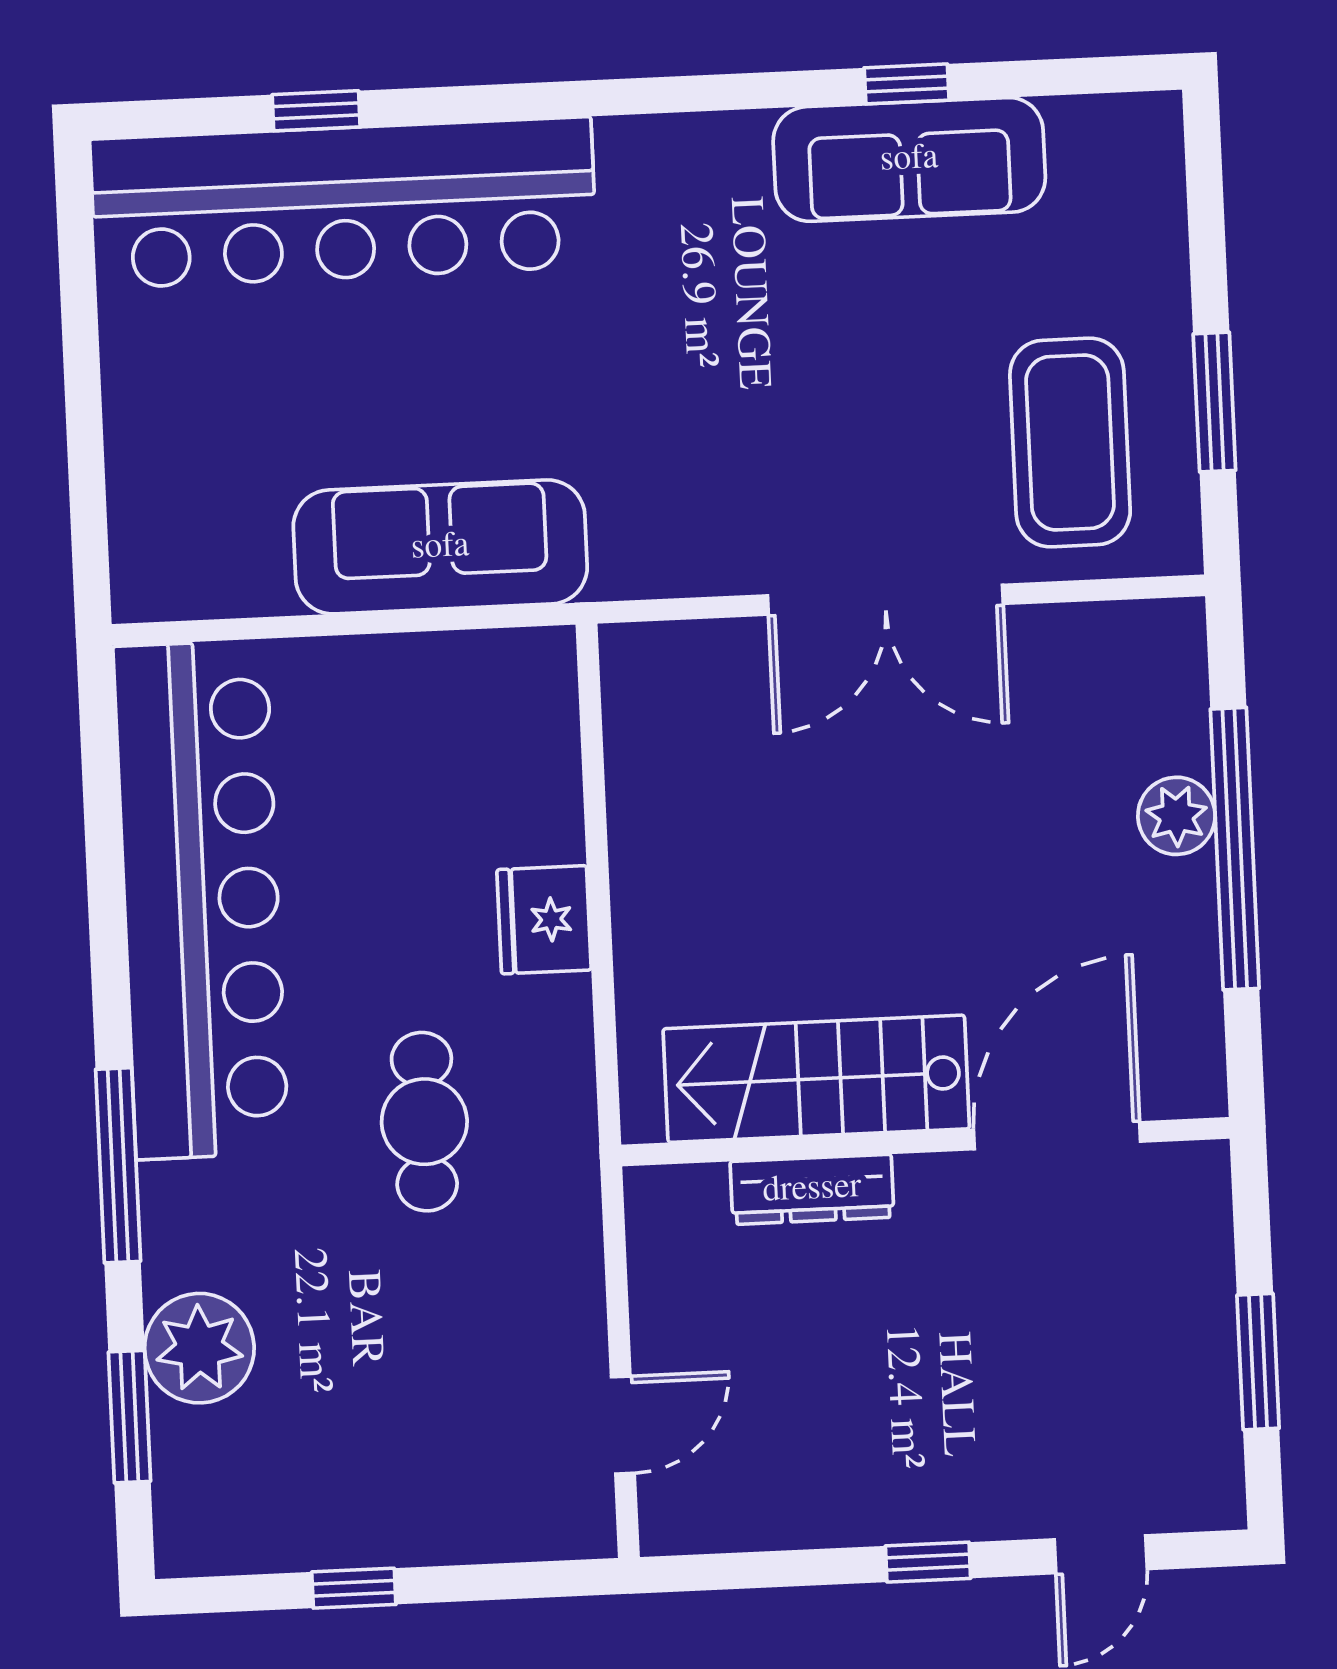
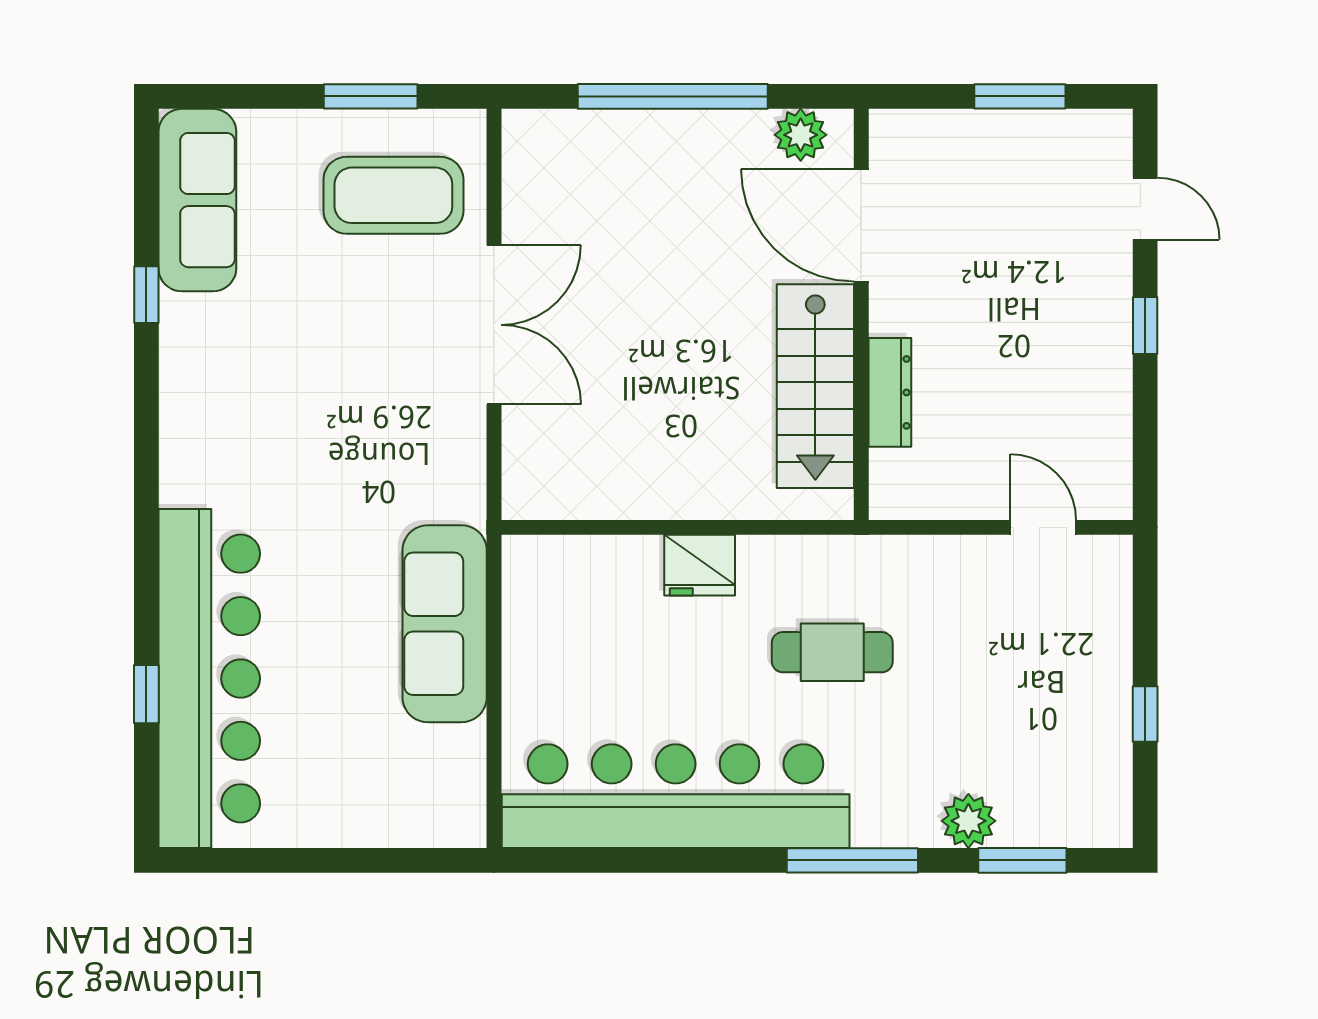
sofa: (909, 159) -> (197, 200), moved
plant: (1176, 816) -> (801, 135), moved
plant: (199, 1348) -> (968, 821), width x0.73, depth x0.73

